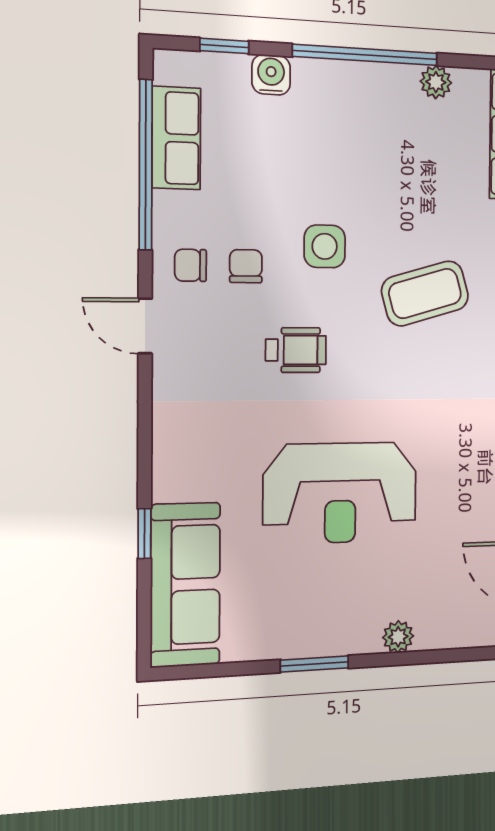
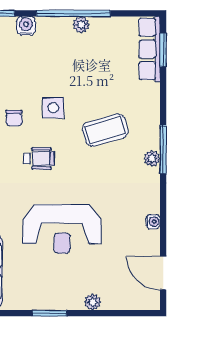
plant: (436, 82) -> (81, 25), moved
chair: (246, 266) -> (14, 118), turned 180

